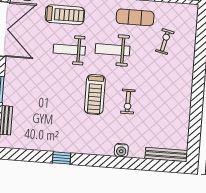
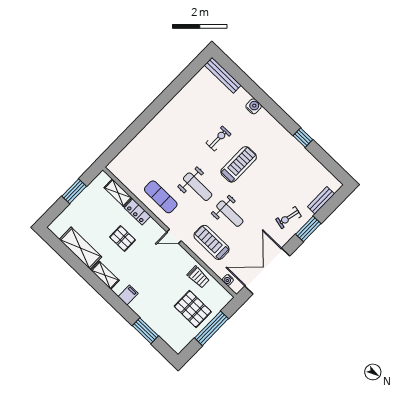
exercise bike: (165, 42) -> (288, 218), moved

